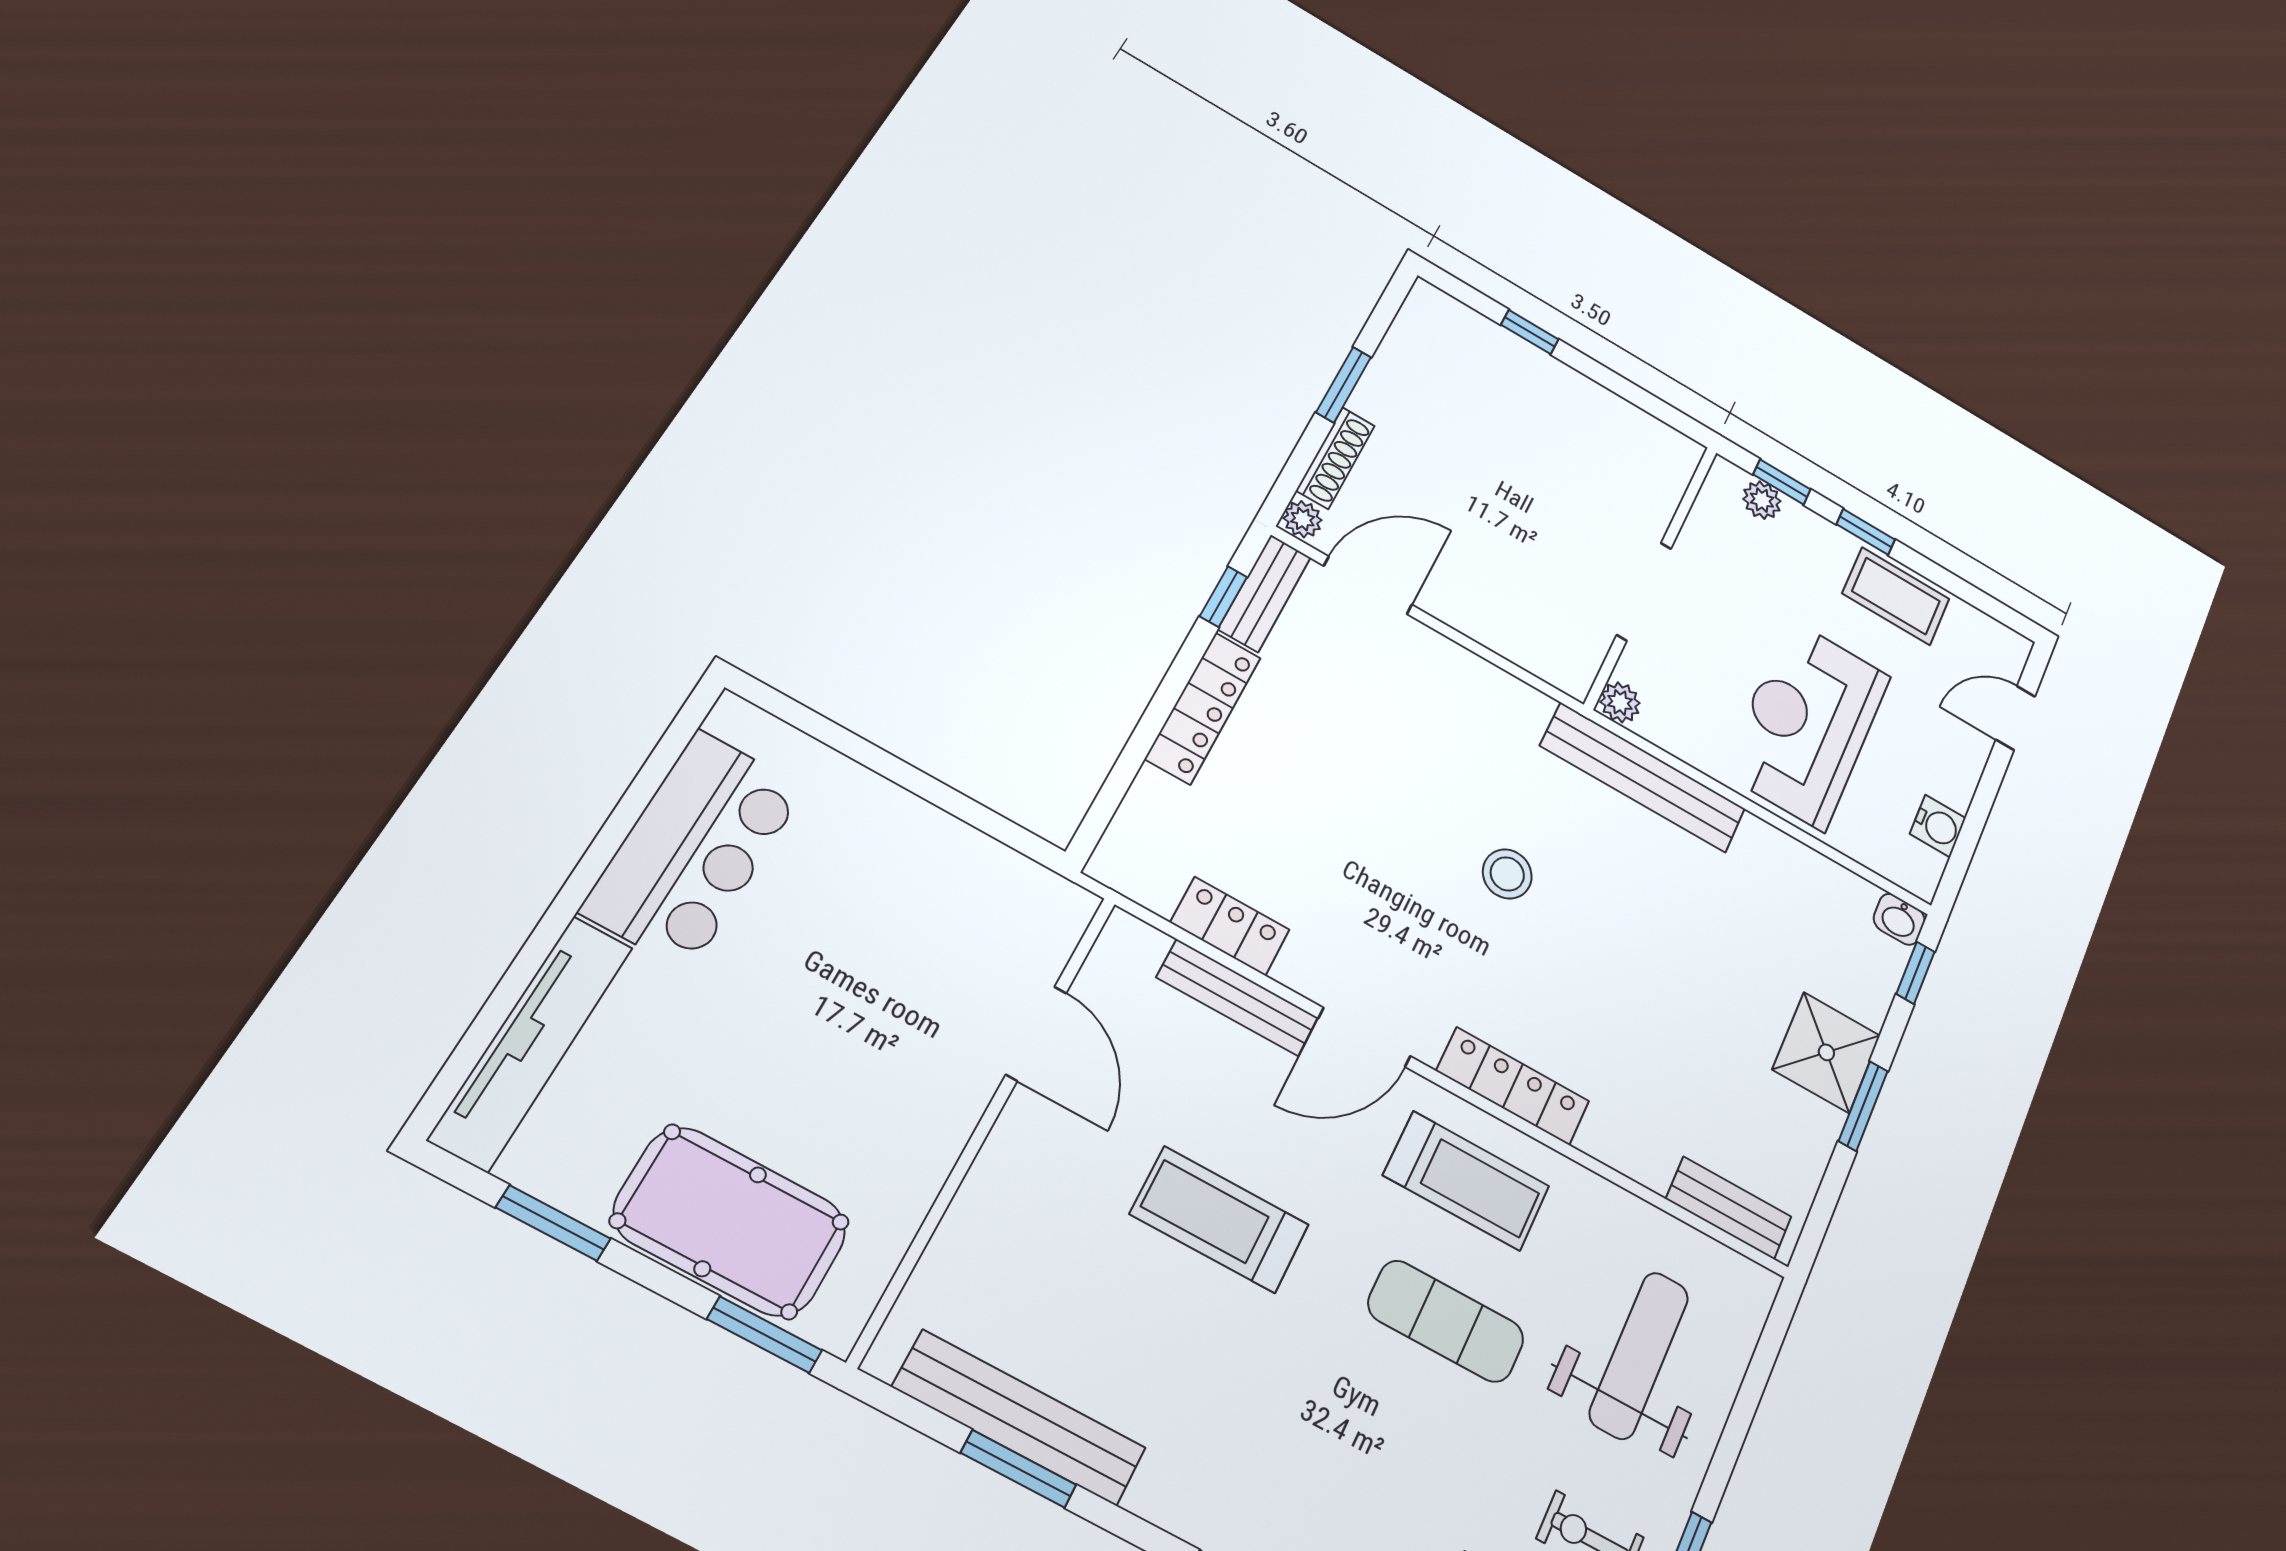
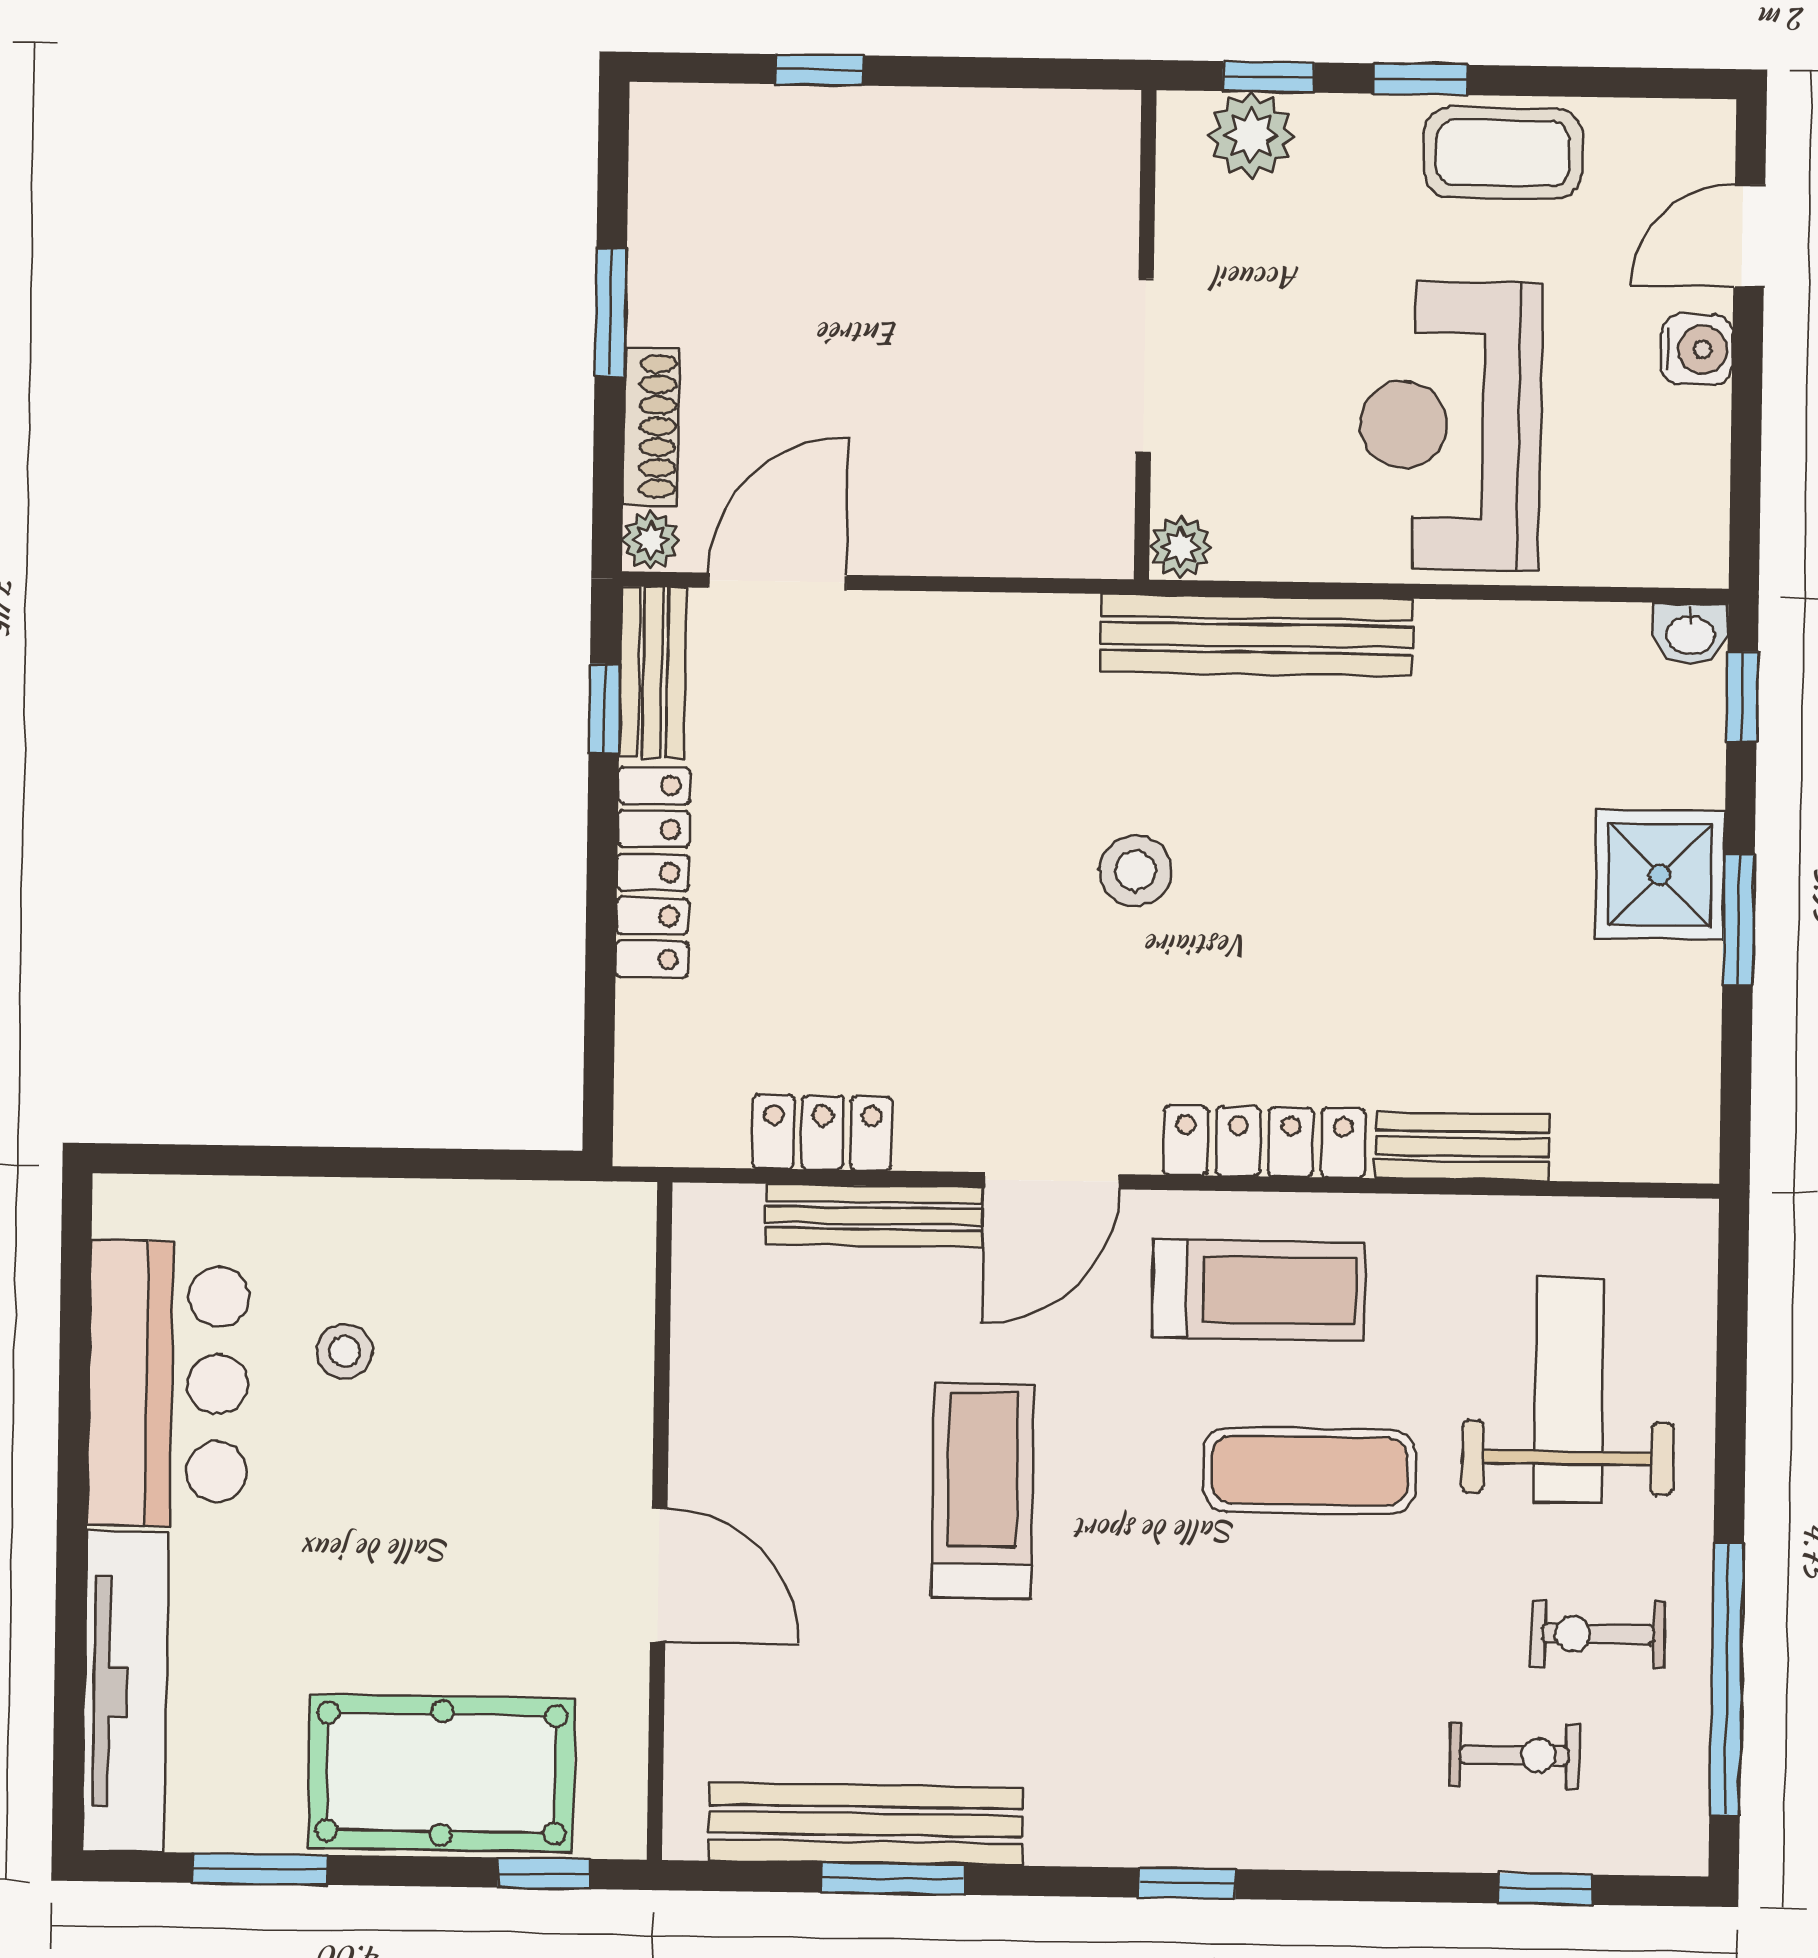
plant: (1762, 500) -> (1251, 135), width x1.38, depth x1.38
water cooler: (1938, 826) -> (1697, 349), moved
stool: (830, 894) -> (345, 1351), added
door: (1036, 1034) -> (659, 1575), moved
bench: (1729, 1208) -> (1463, 1146), moved
treadmill: (1219, 1220) -> (982, 1491), turned 90
window: (765, 1335) -> (544, 1873), width x0.67

